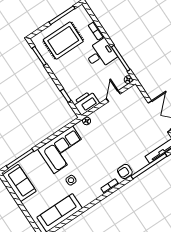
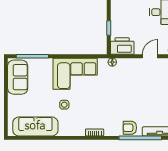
armchair: (125, 171) -> (130, 128), moved

